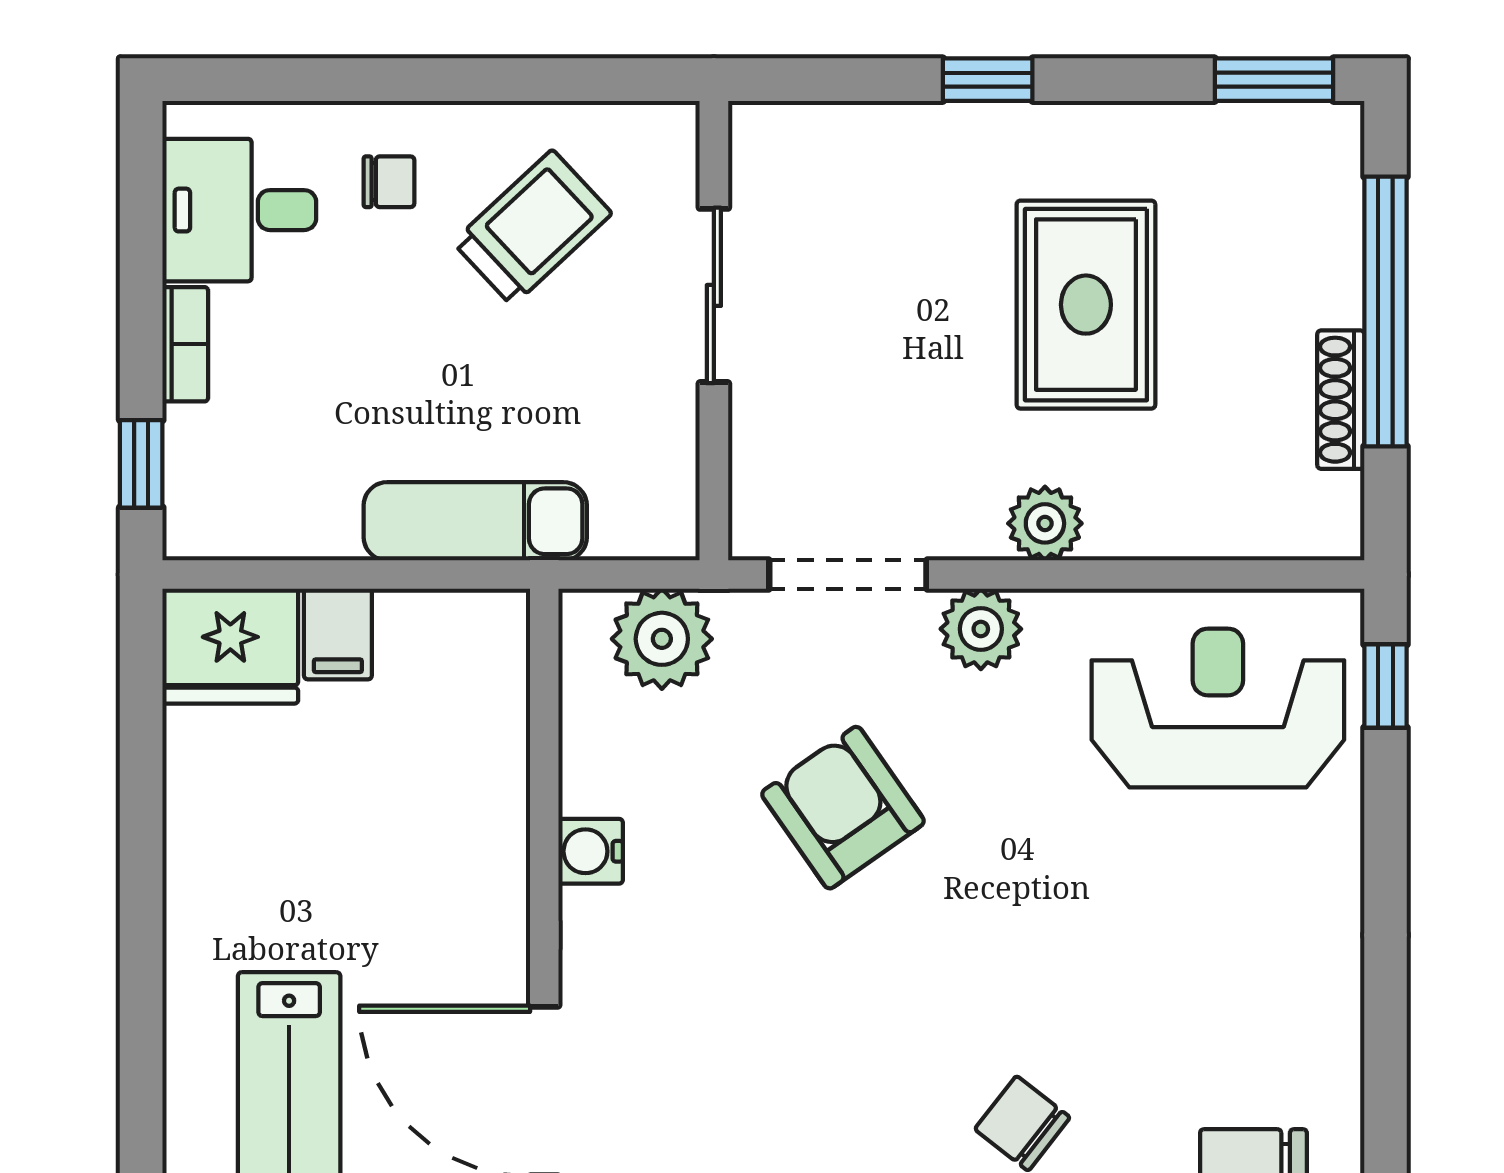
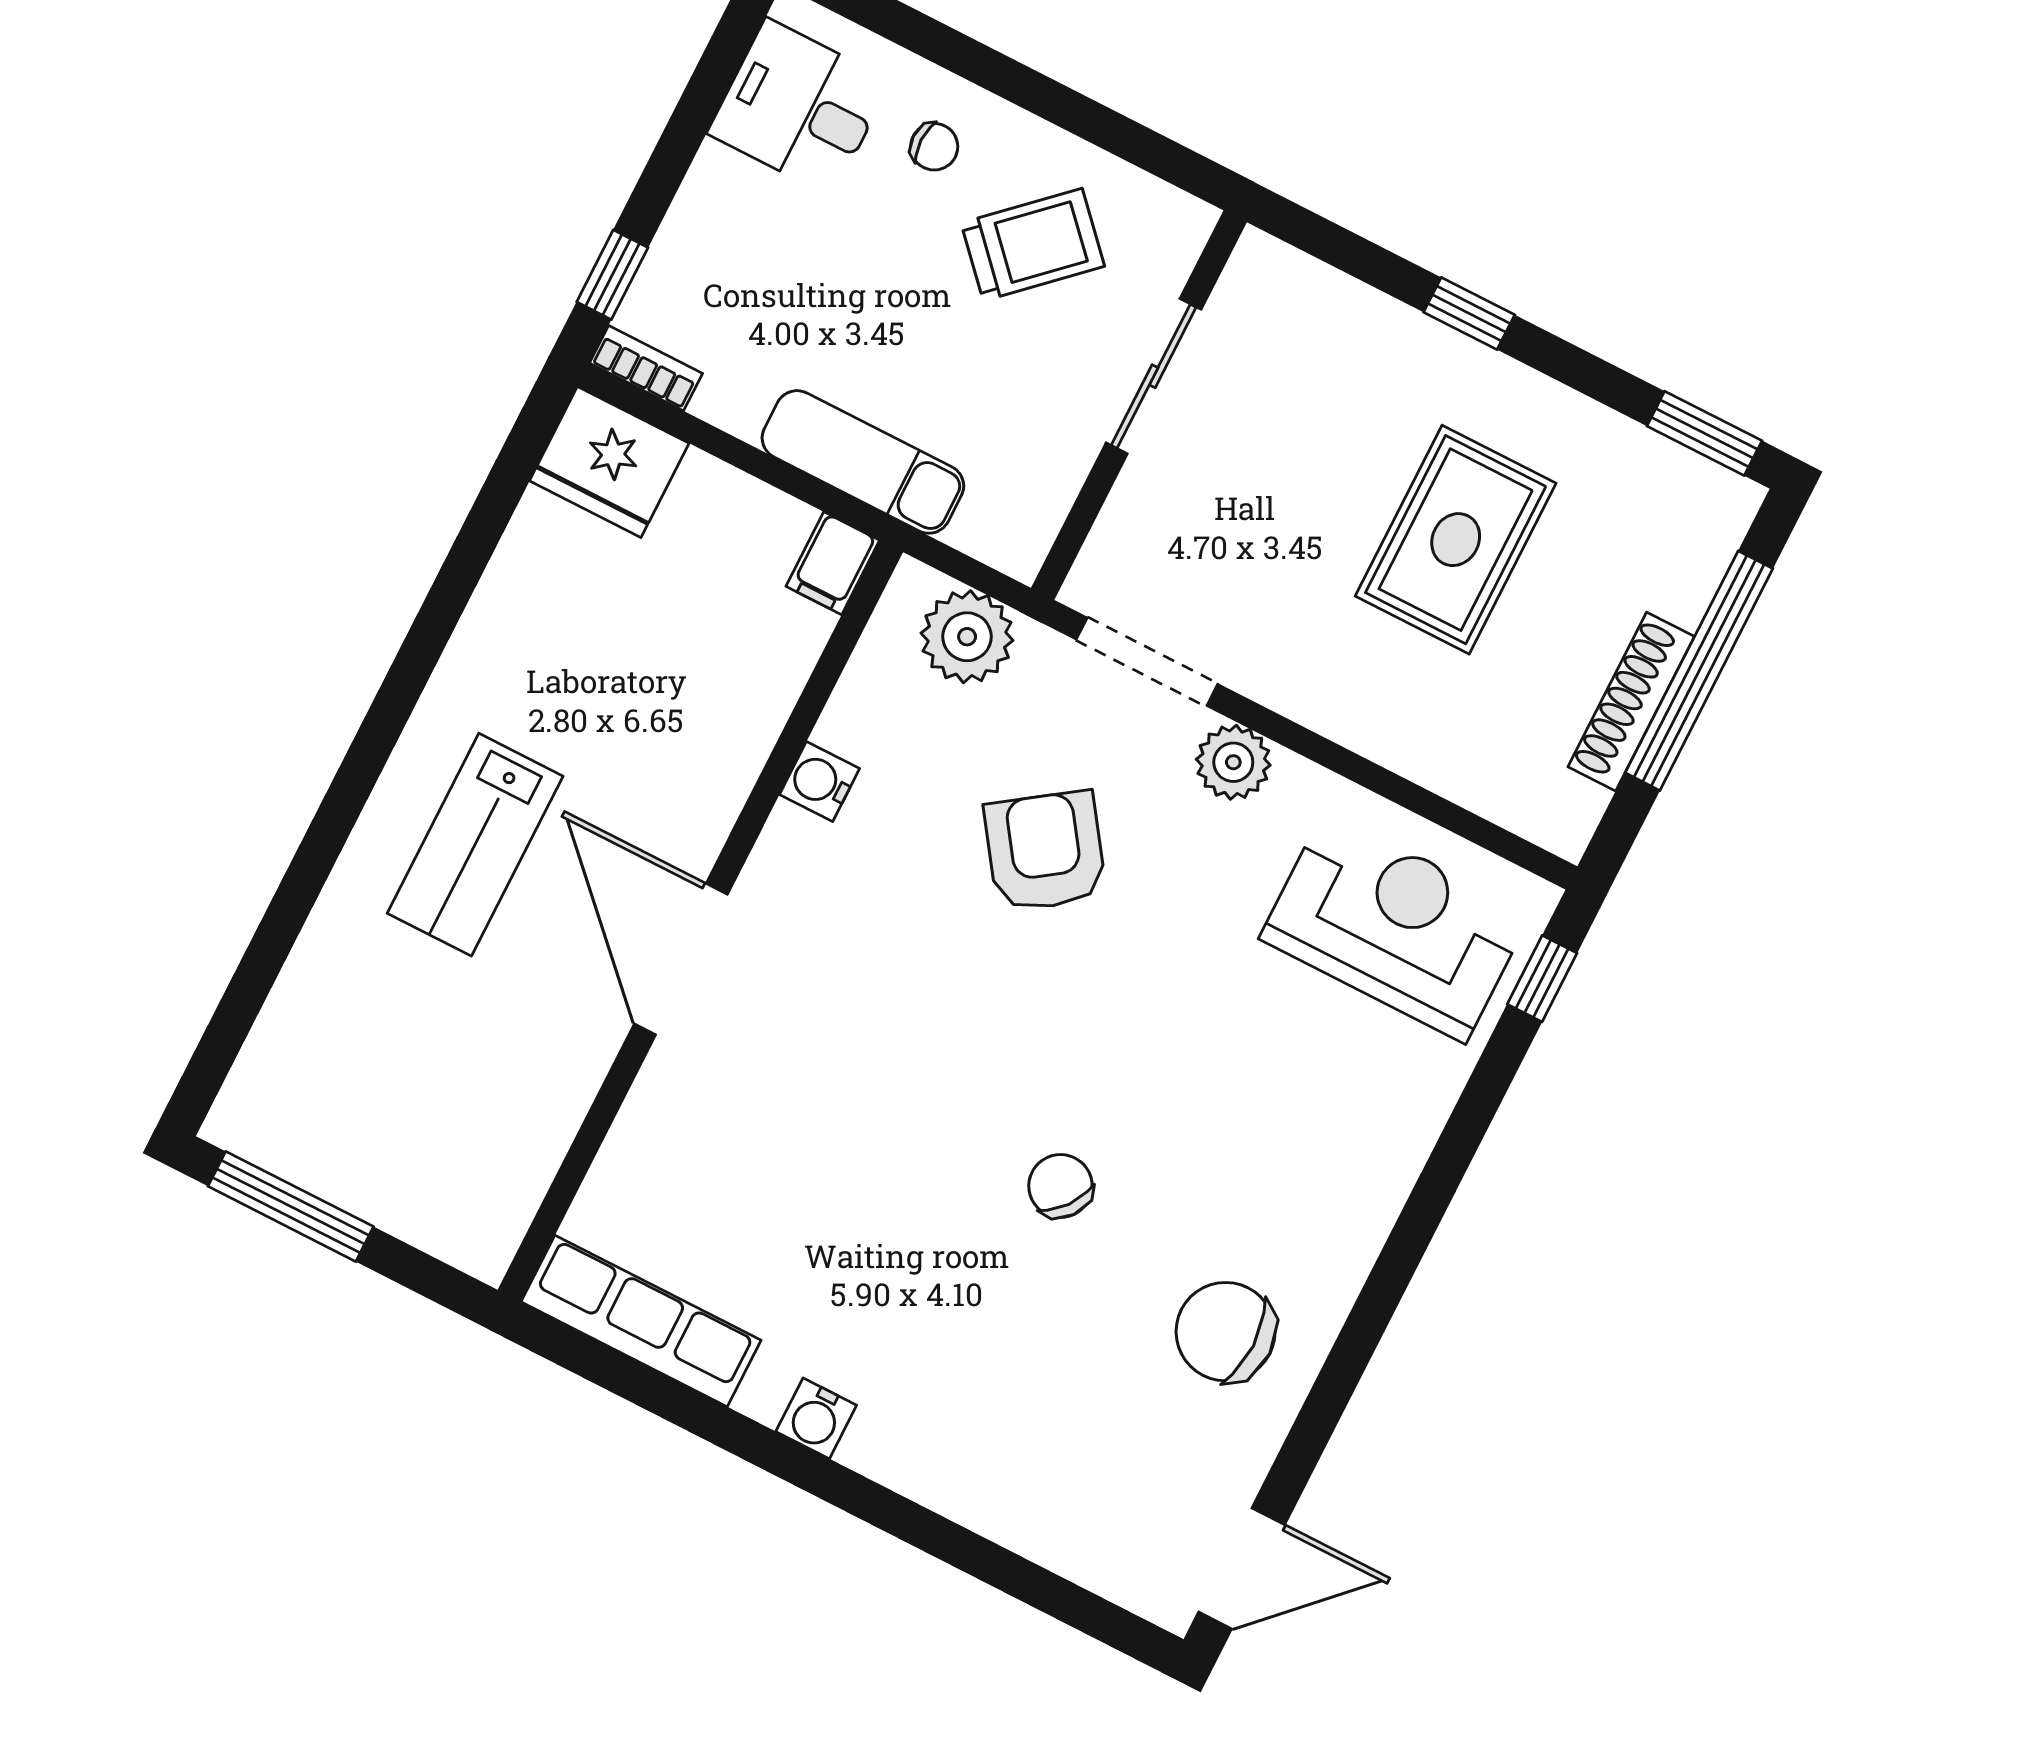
bookcase: (185, 344) -> (646, 368), moved, turned -90
shoe rack: (1341, 400) -> (1631, 702), width x1.36, depth x1.24
plant: (1045, 523) -> (1330, 702), removed
filing cabinet: (338, 634) -> (833, 563), moved

